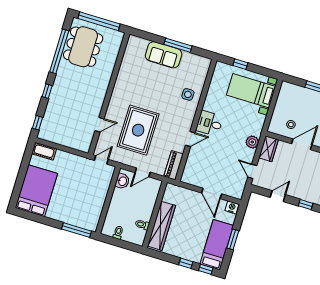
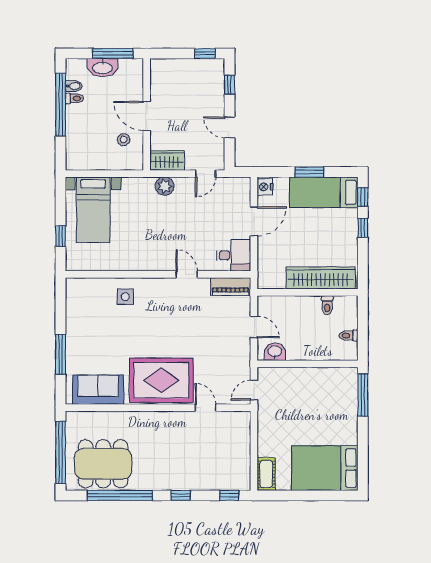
window: (178, 45) -> (61, 354), moved
sofa: (164, 55) -> (98, 390), moved, turned -90
desk: (209, 123) -> (234, 255), moved, turned -90
rug: (138, 130) -> (161, 380), moved
door: (101, 160) -> (254, 390), hinge flipped

